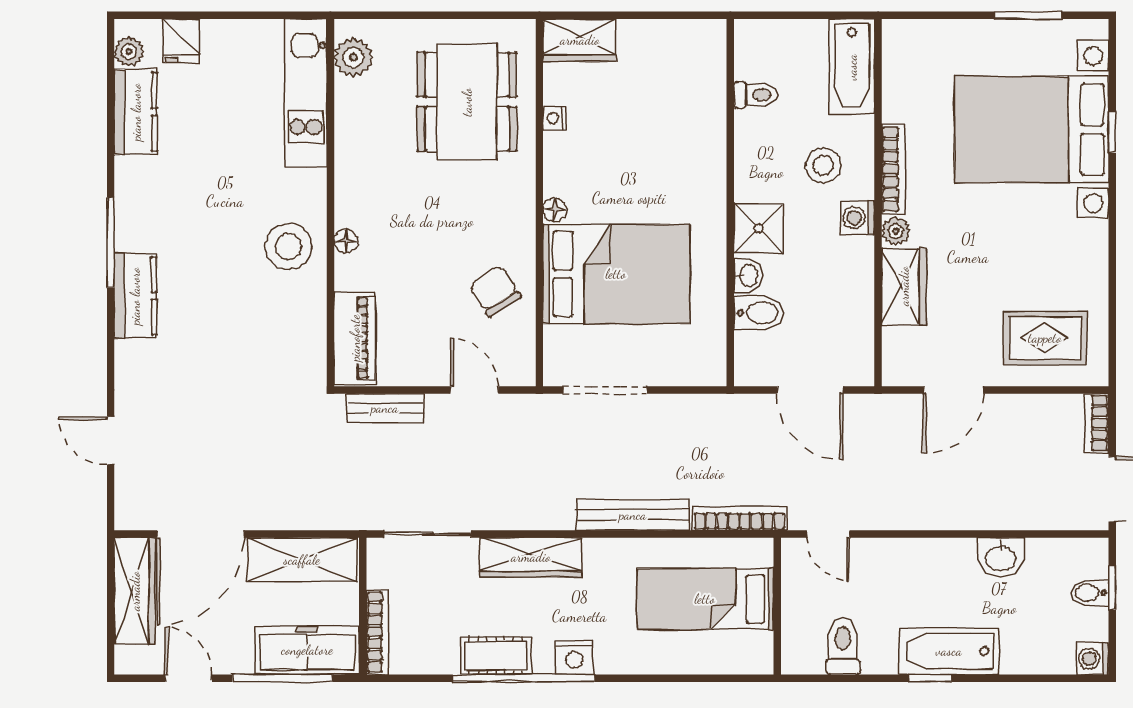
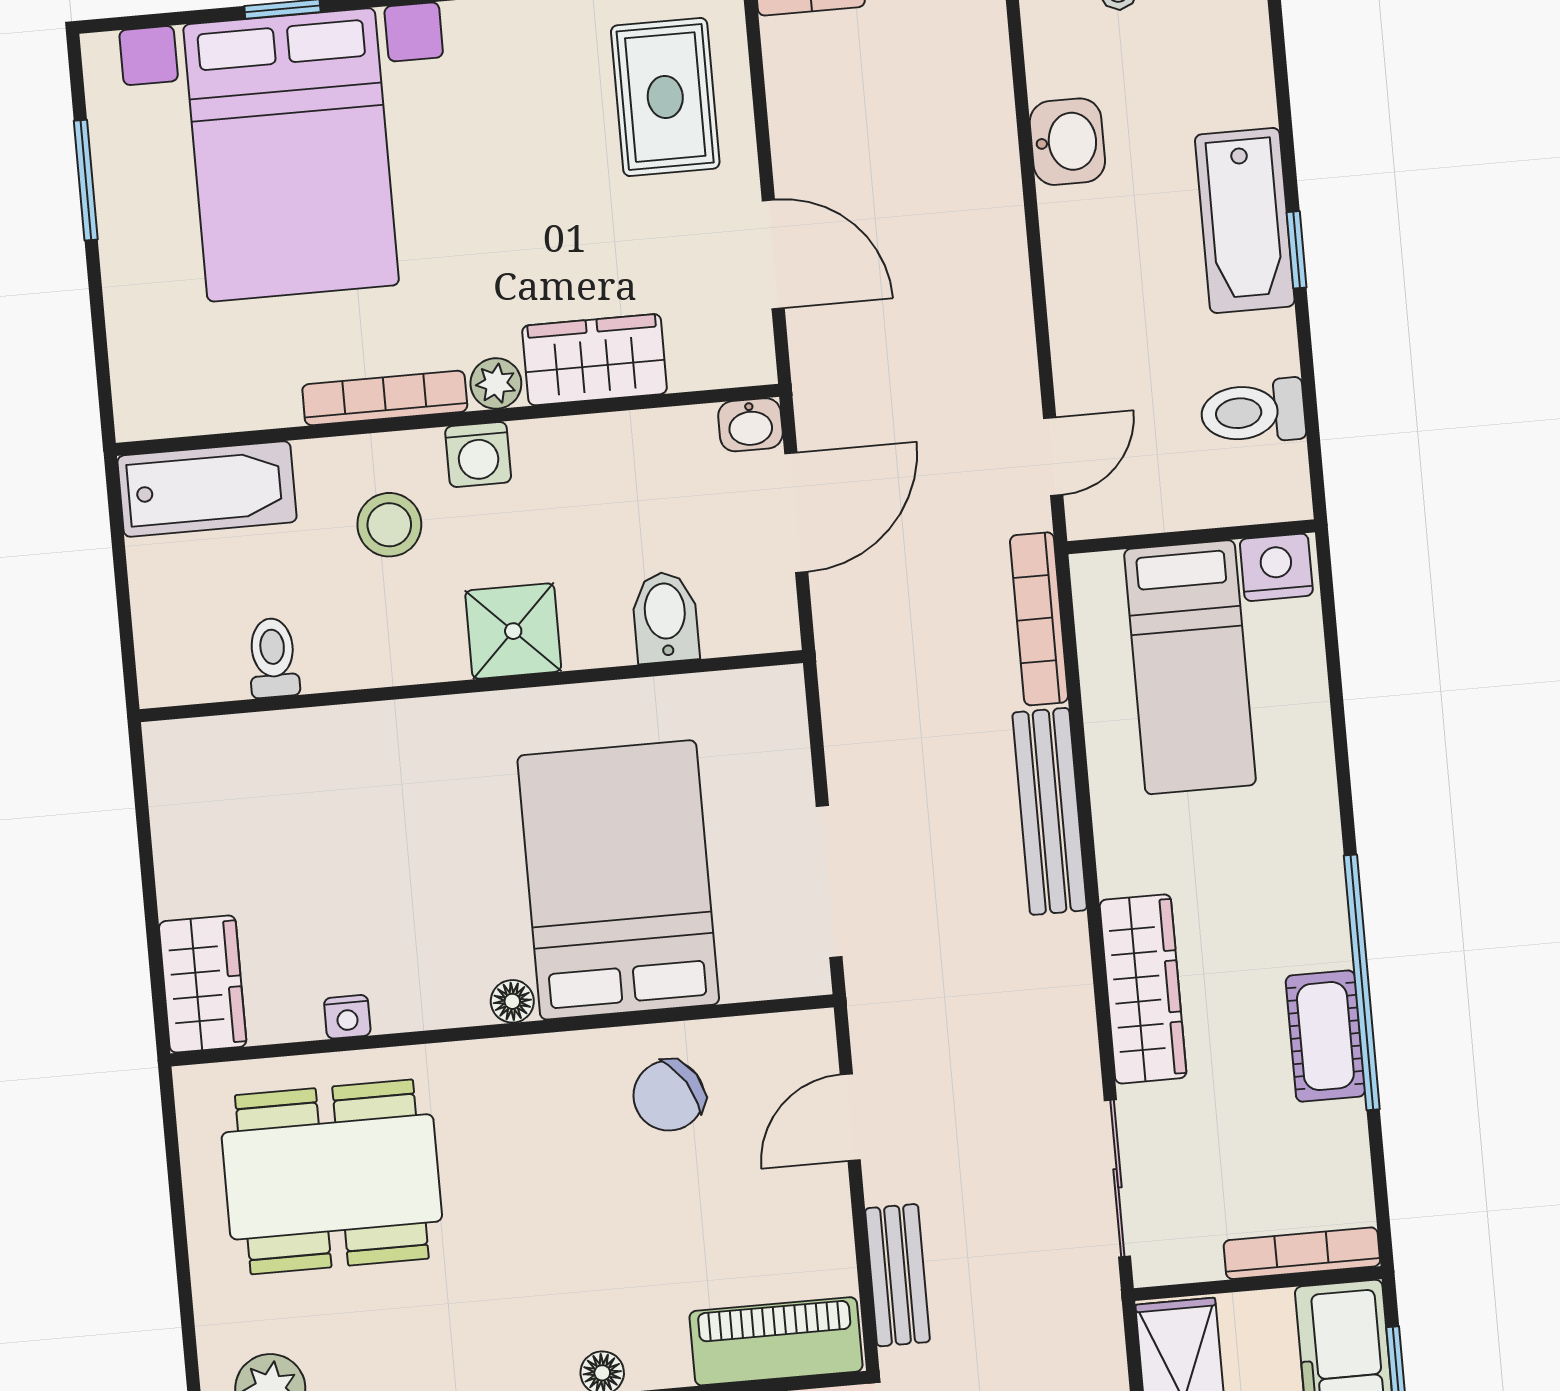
washbasin: (748, 275) -> (750, 425), moved, turned 180
nightstand: (575, 657) -> (1276, 567), moved, turned -90

